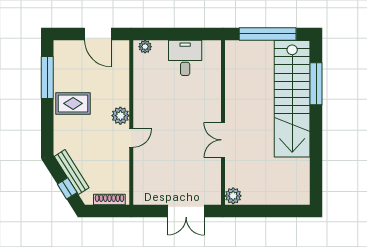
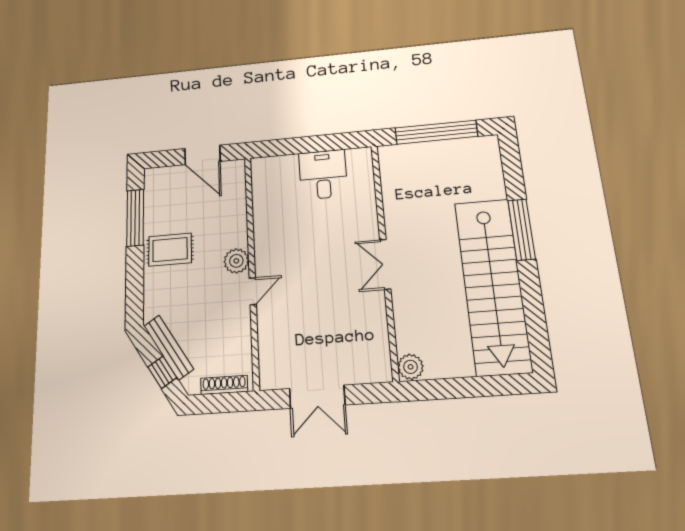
plant: (145, 47) -> (267, 165), removed
window: (316, 84) -> (522, 229), moved
stairs: (292, 99) -> (493, 285), moved
double door: (223, 140) -> (385, 264), moved
double door: (186, 211) -> (317, 397), moved

